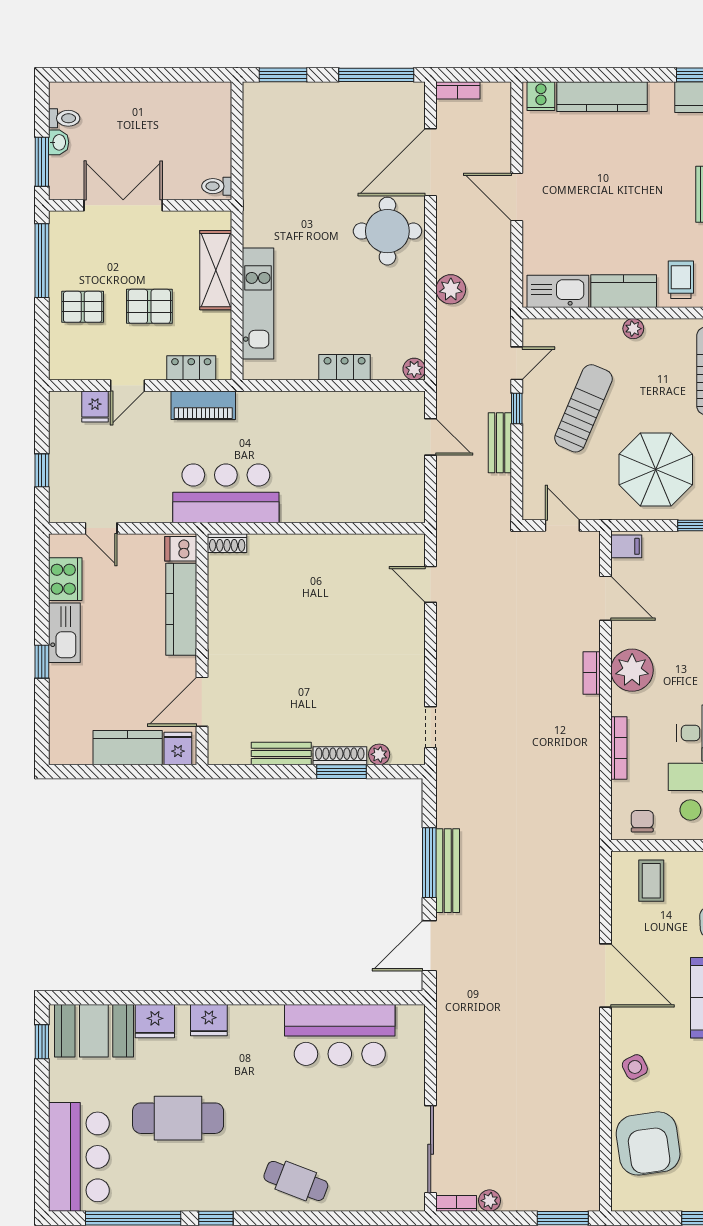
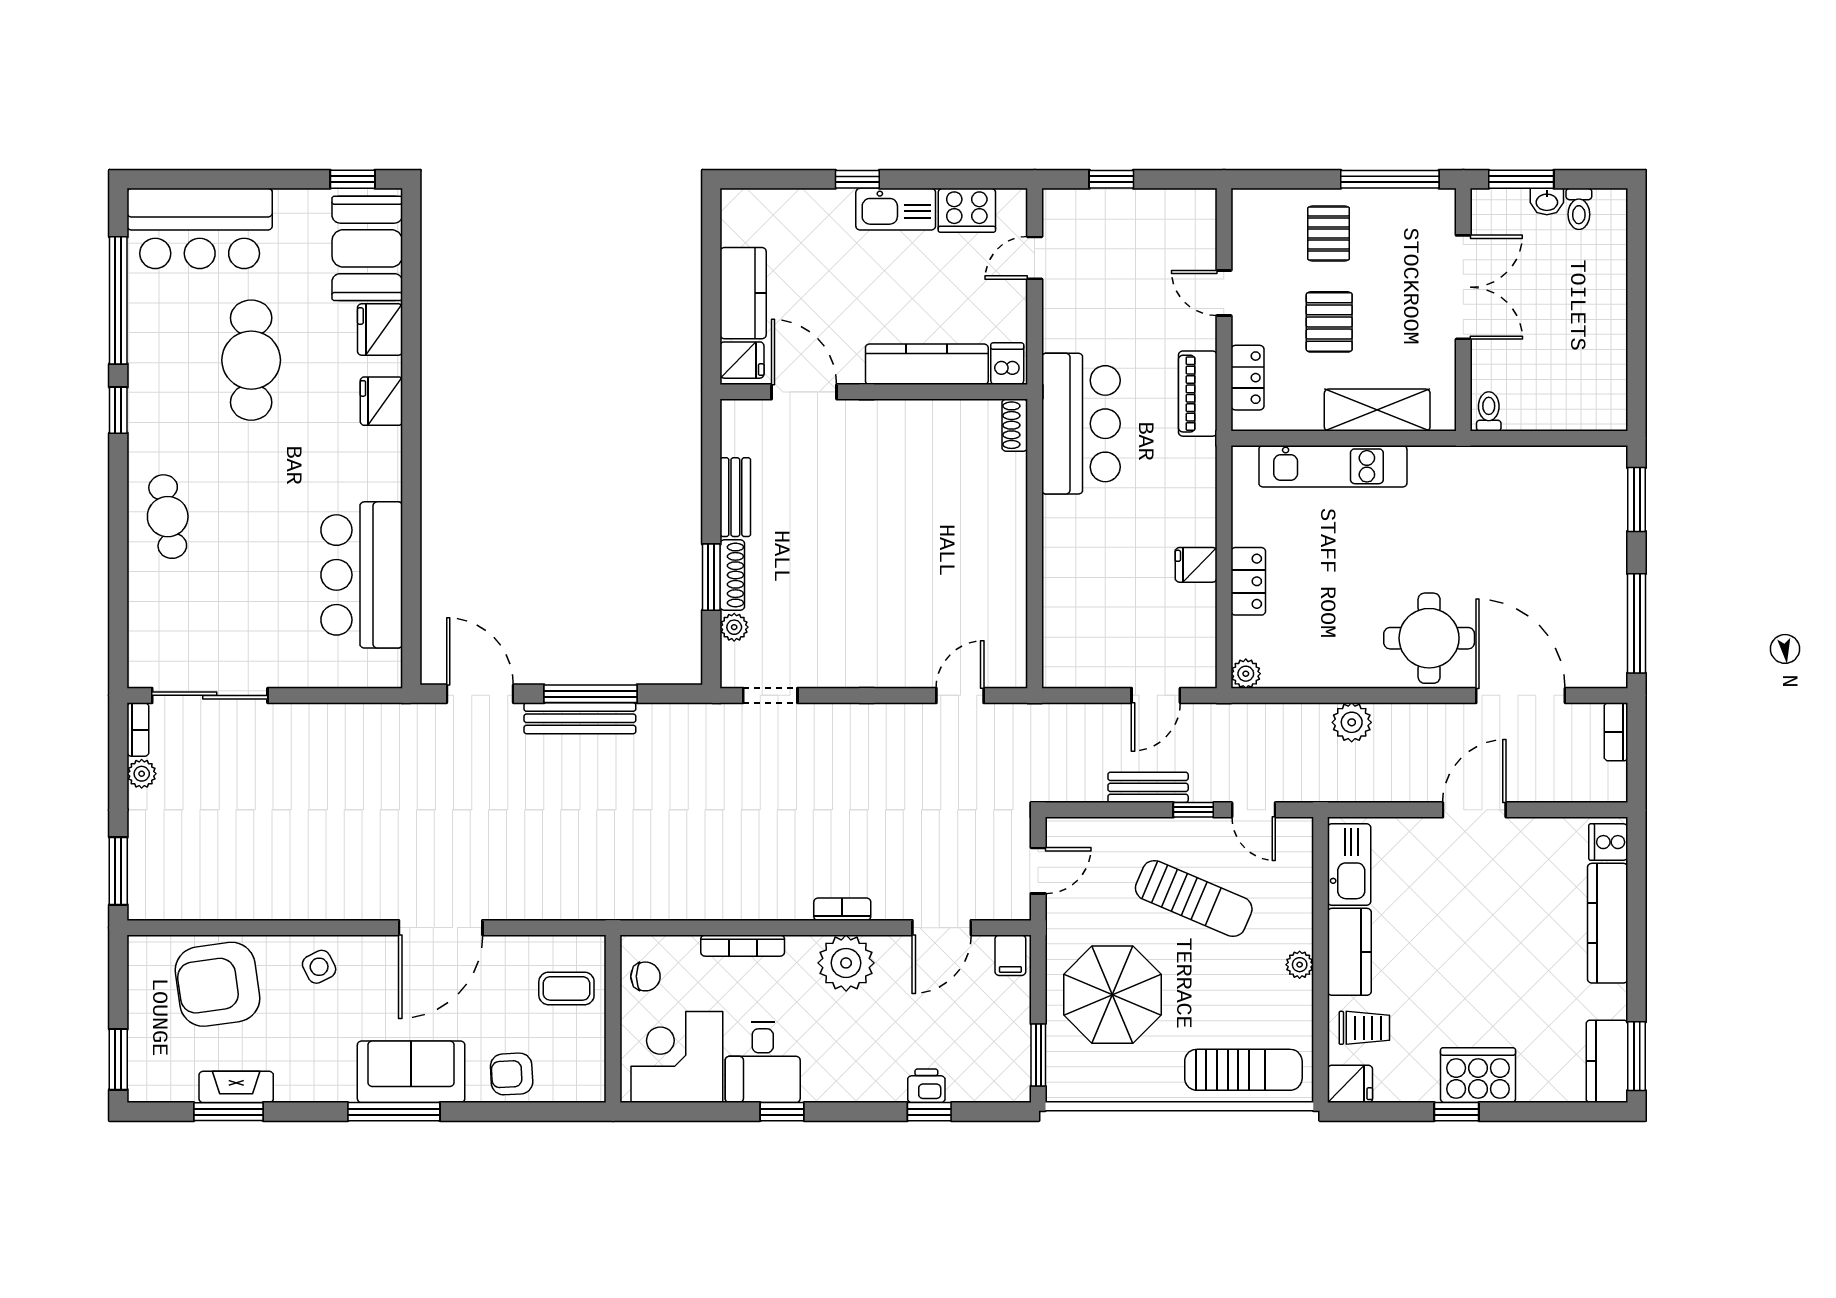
fridge: (95, 407) -> (1196, 565), moved
cafe table: (296, 1181) -> (168, 517), turned -30

